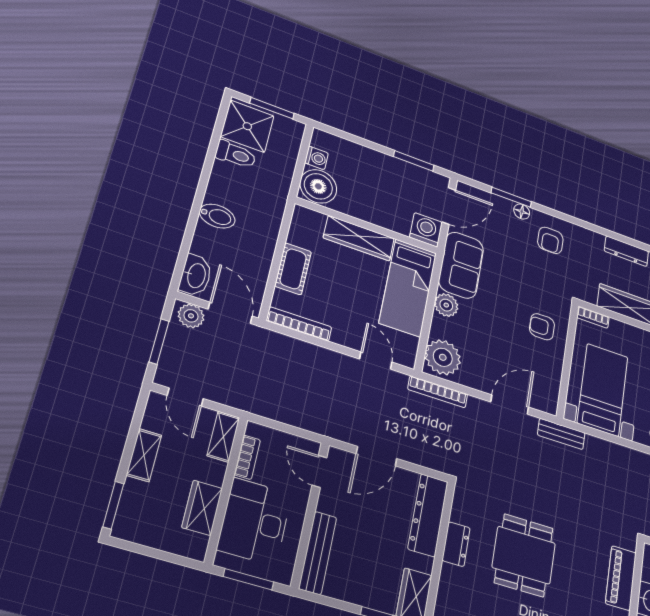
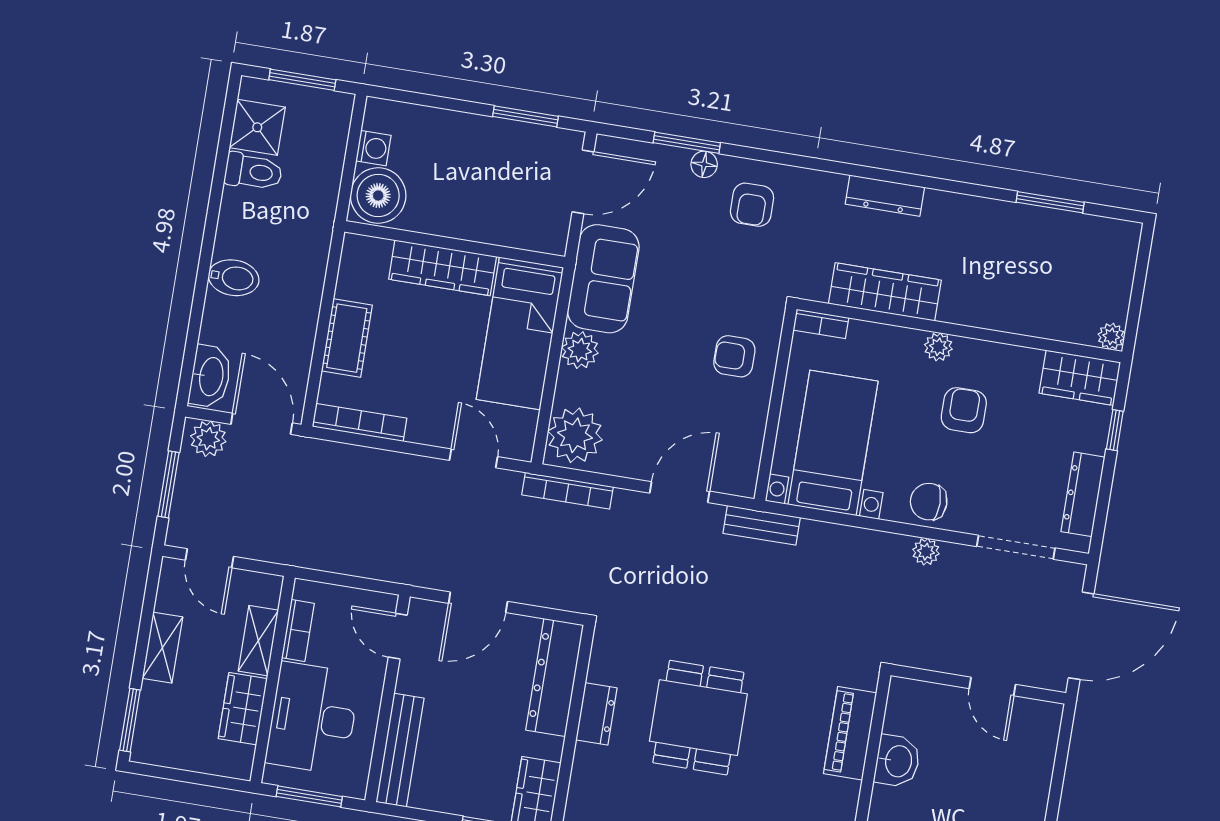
shower: (247, 126) -> (257, 127), width x0.73, depth x0.73
washing machine: (426, 230) -> (547, 231), removed
shelving: (223, 437) -> (258, 641), moved

